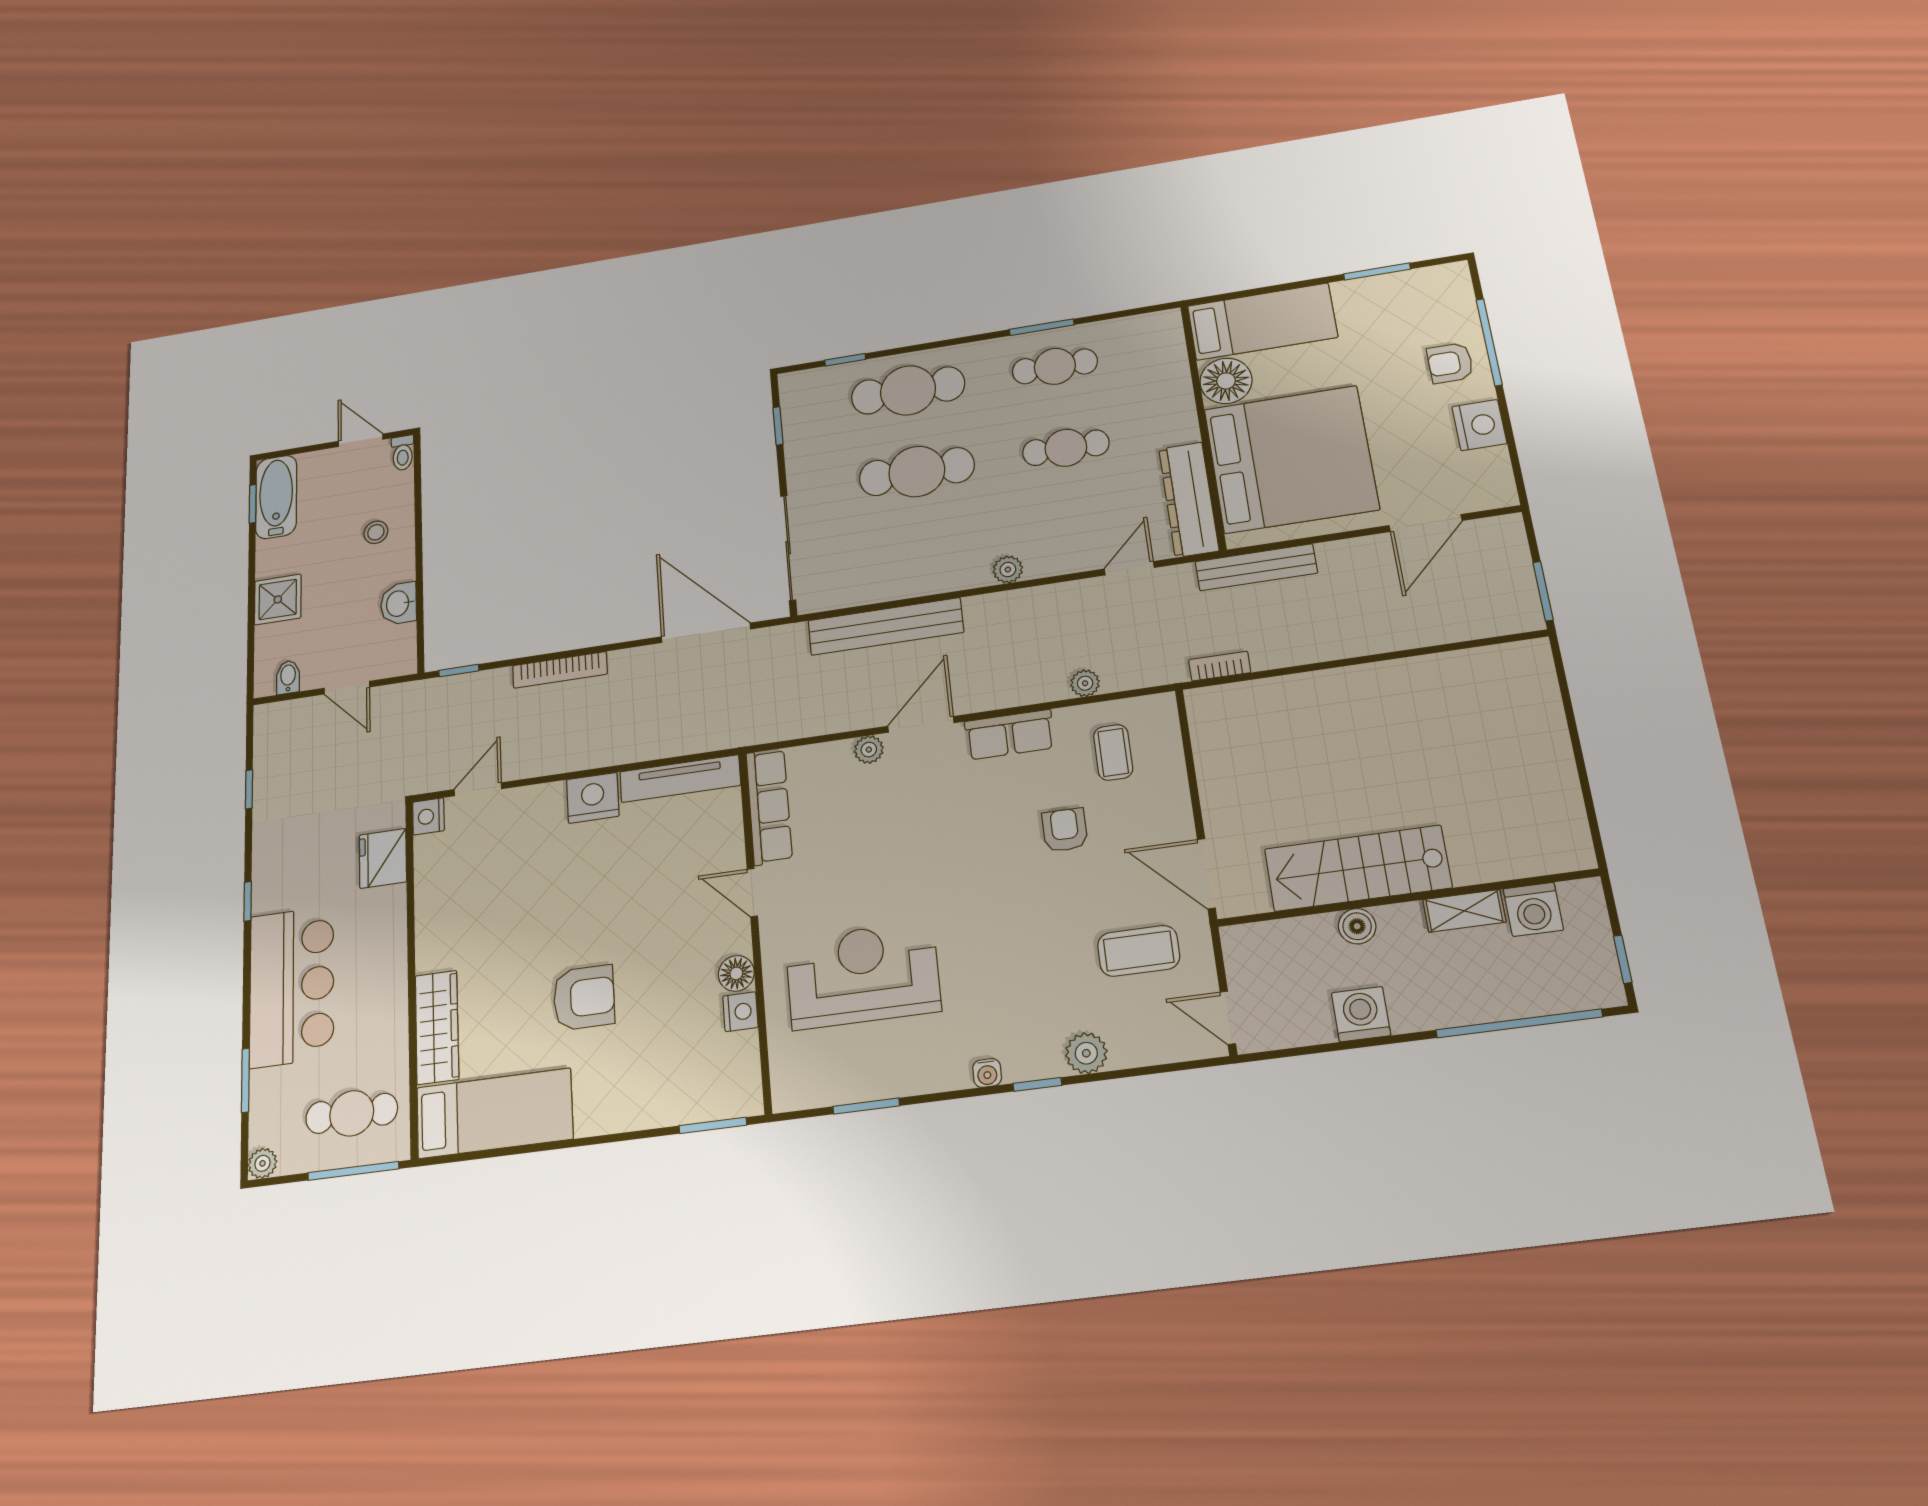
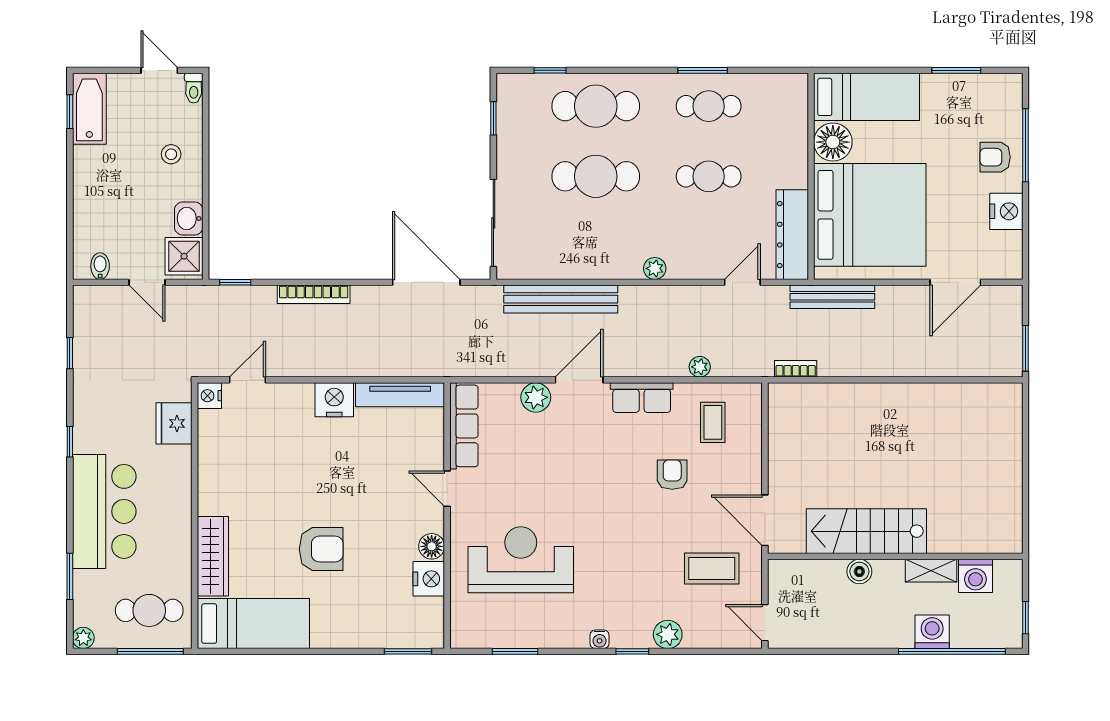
shower: (278, 599) -> (184, 256), moved
plant: (869, 750) -> (536, 397), width x1.38, depth x1.38
nightstand: (740, 1012) -> (429, 579), width x1.36, depth x1.33
washing machine: (1361, 1014) -> (932, 632), moved

